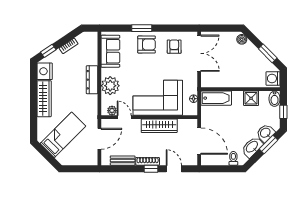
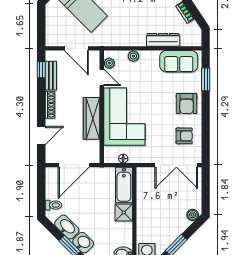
window: (142, 28) -> (206, 79), moved
dresser: (92, 80) -> (163, 40), moved
plant: (110, 86) -> (133, 56), width x0.53, depth x0.53
shower: (251, 98) -> (124, 212), moved
door: (124, 117) -> (102, 77), hinge flipped
window: (151, 169) -> (41, 70), moved

